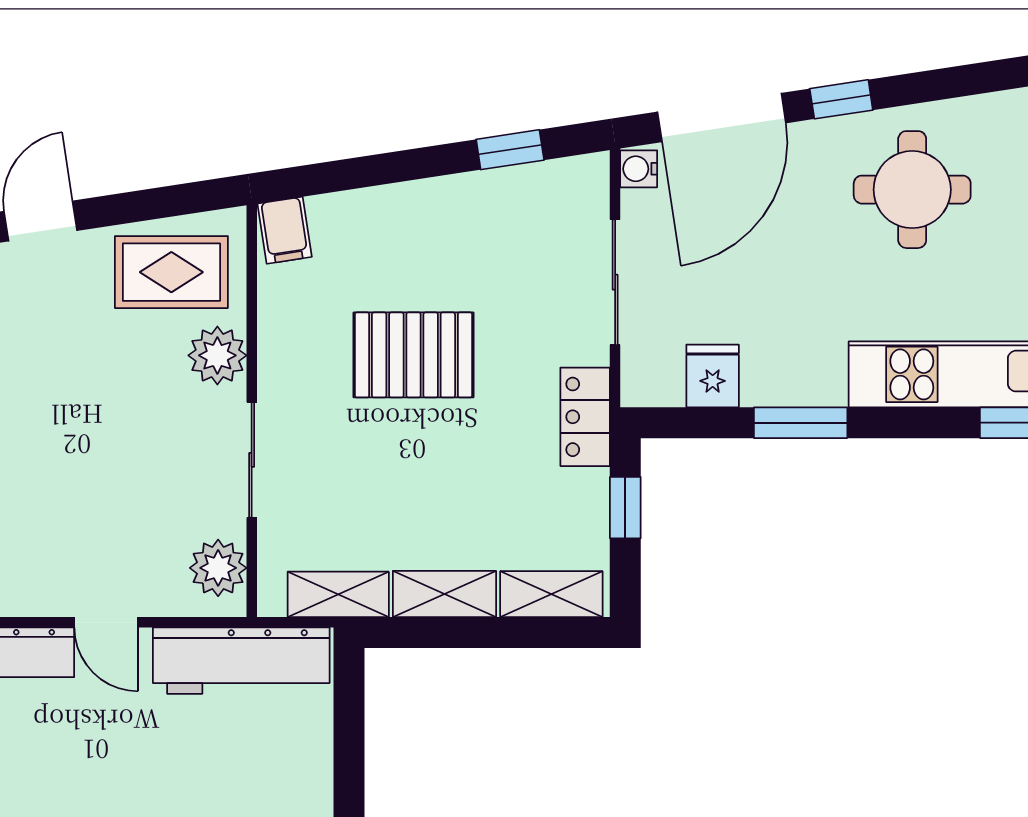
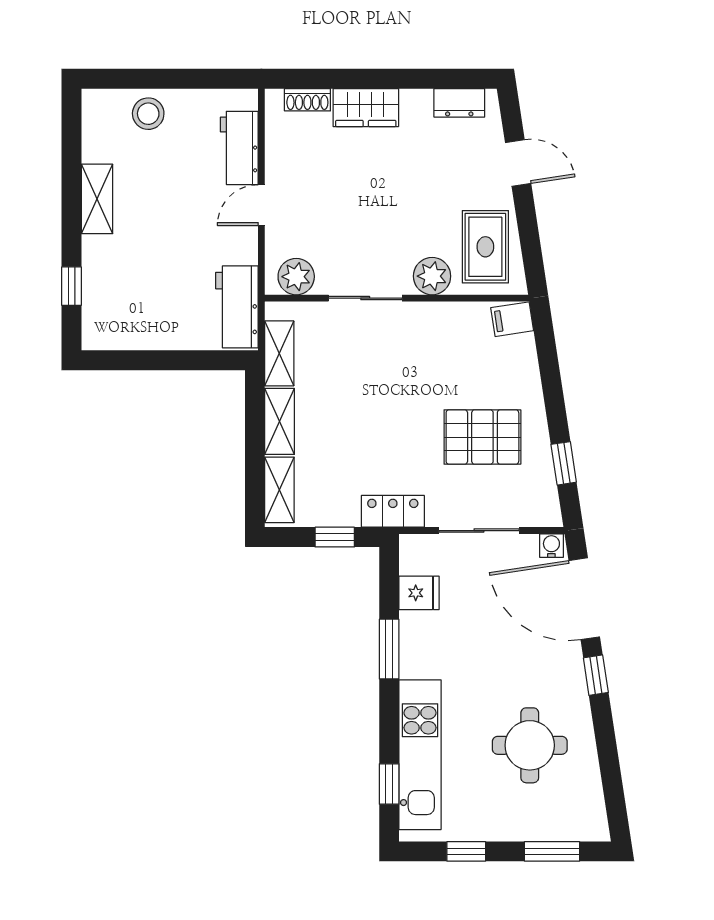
round table: (912, 190) -> (530, 745), moved
pallet: (413, 355) -> (482, 437), moved, turned 90
workbench: (241, 661) -> (237, 307), width x0.73

